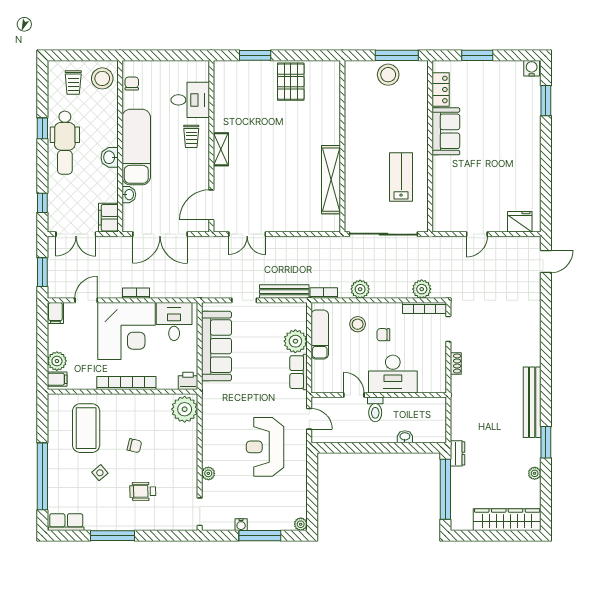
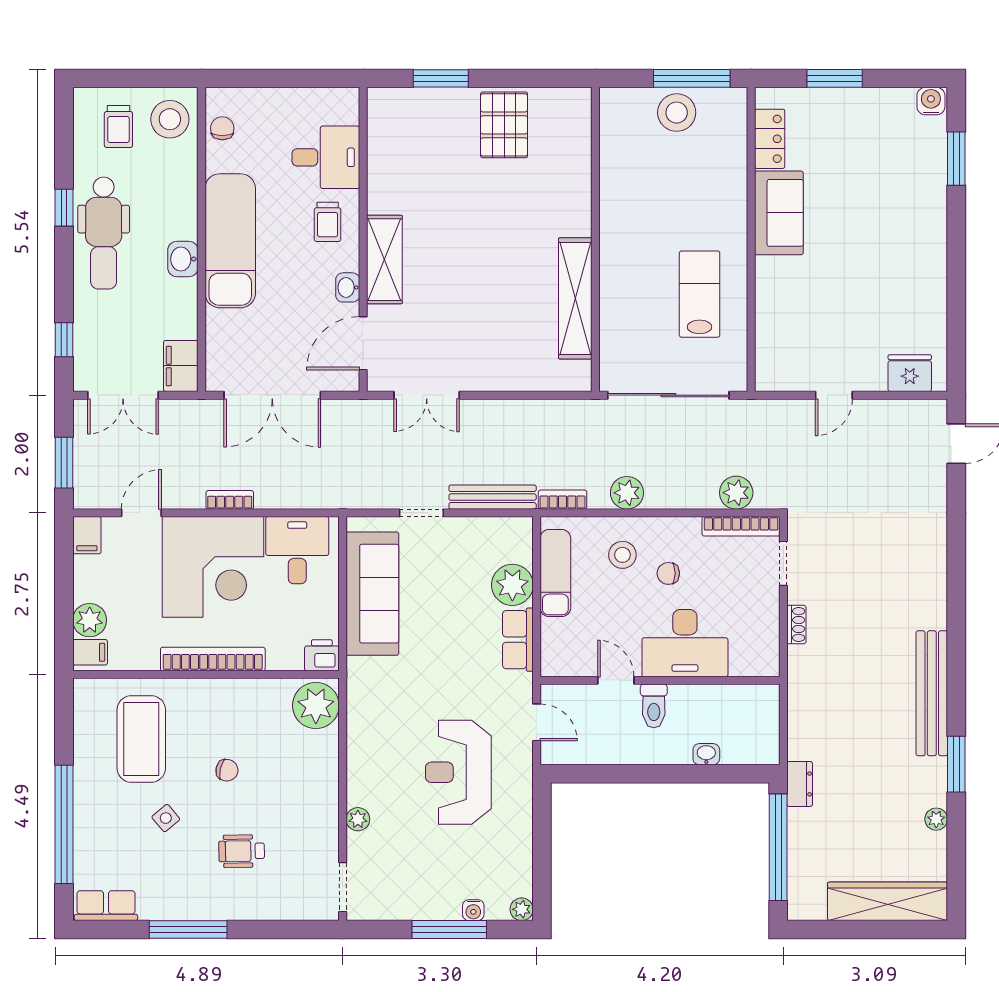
shelving: (221, 149) -> (384, 260), width x1.50, depth x1.33
washbasin: (129, 195) -> (348, 287), moved, turned 180
water cooler: (241, 525) -> (473, 910), moved

